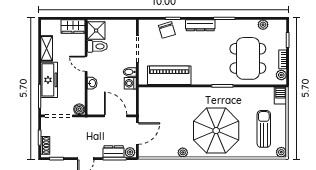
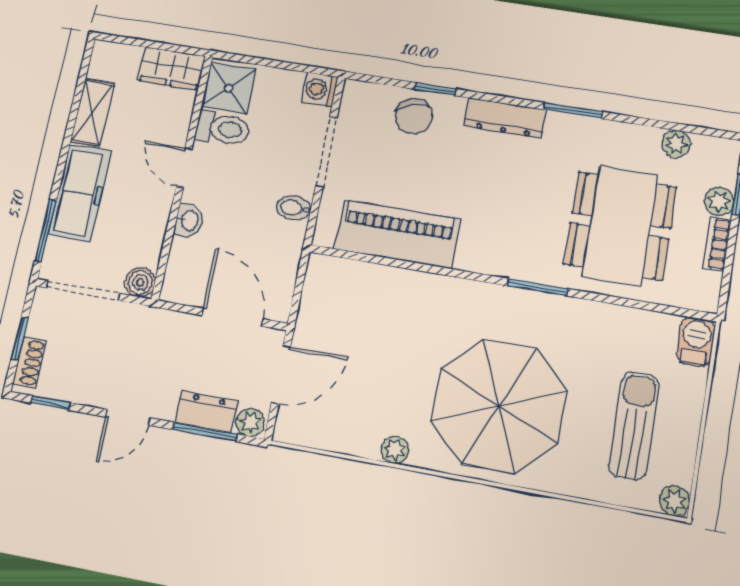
plant: (281, 75) -> (719, 201), moved
washing machine: (130, 83) -> (320, 89), moved

